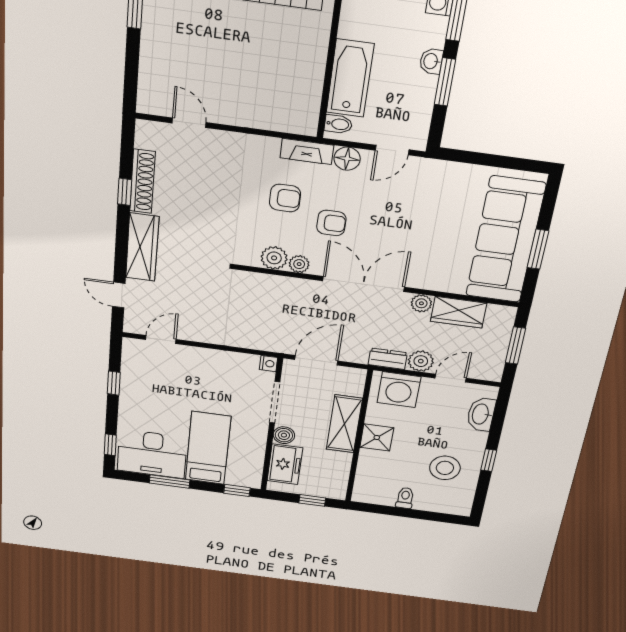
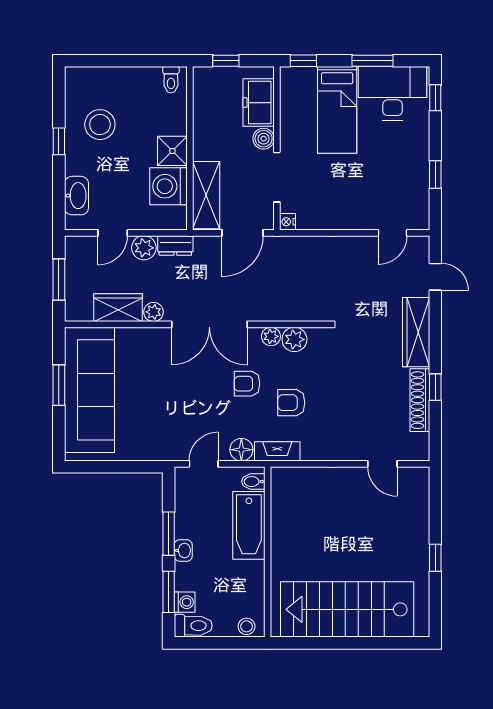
washing machine: (399, 390) -> (169, 186), moved, turned -90
shelving: (344, 424) -> (206, 195), moved
toilet: (405, 498) -> (171, 80), moved

